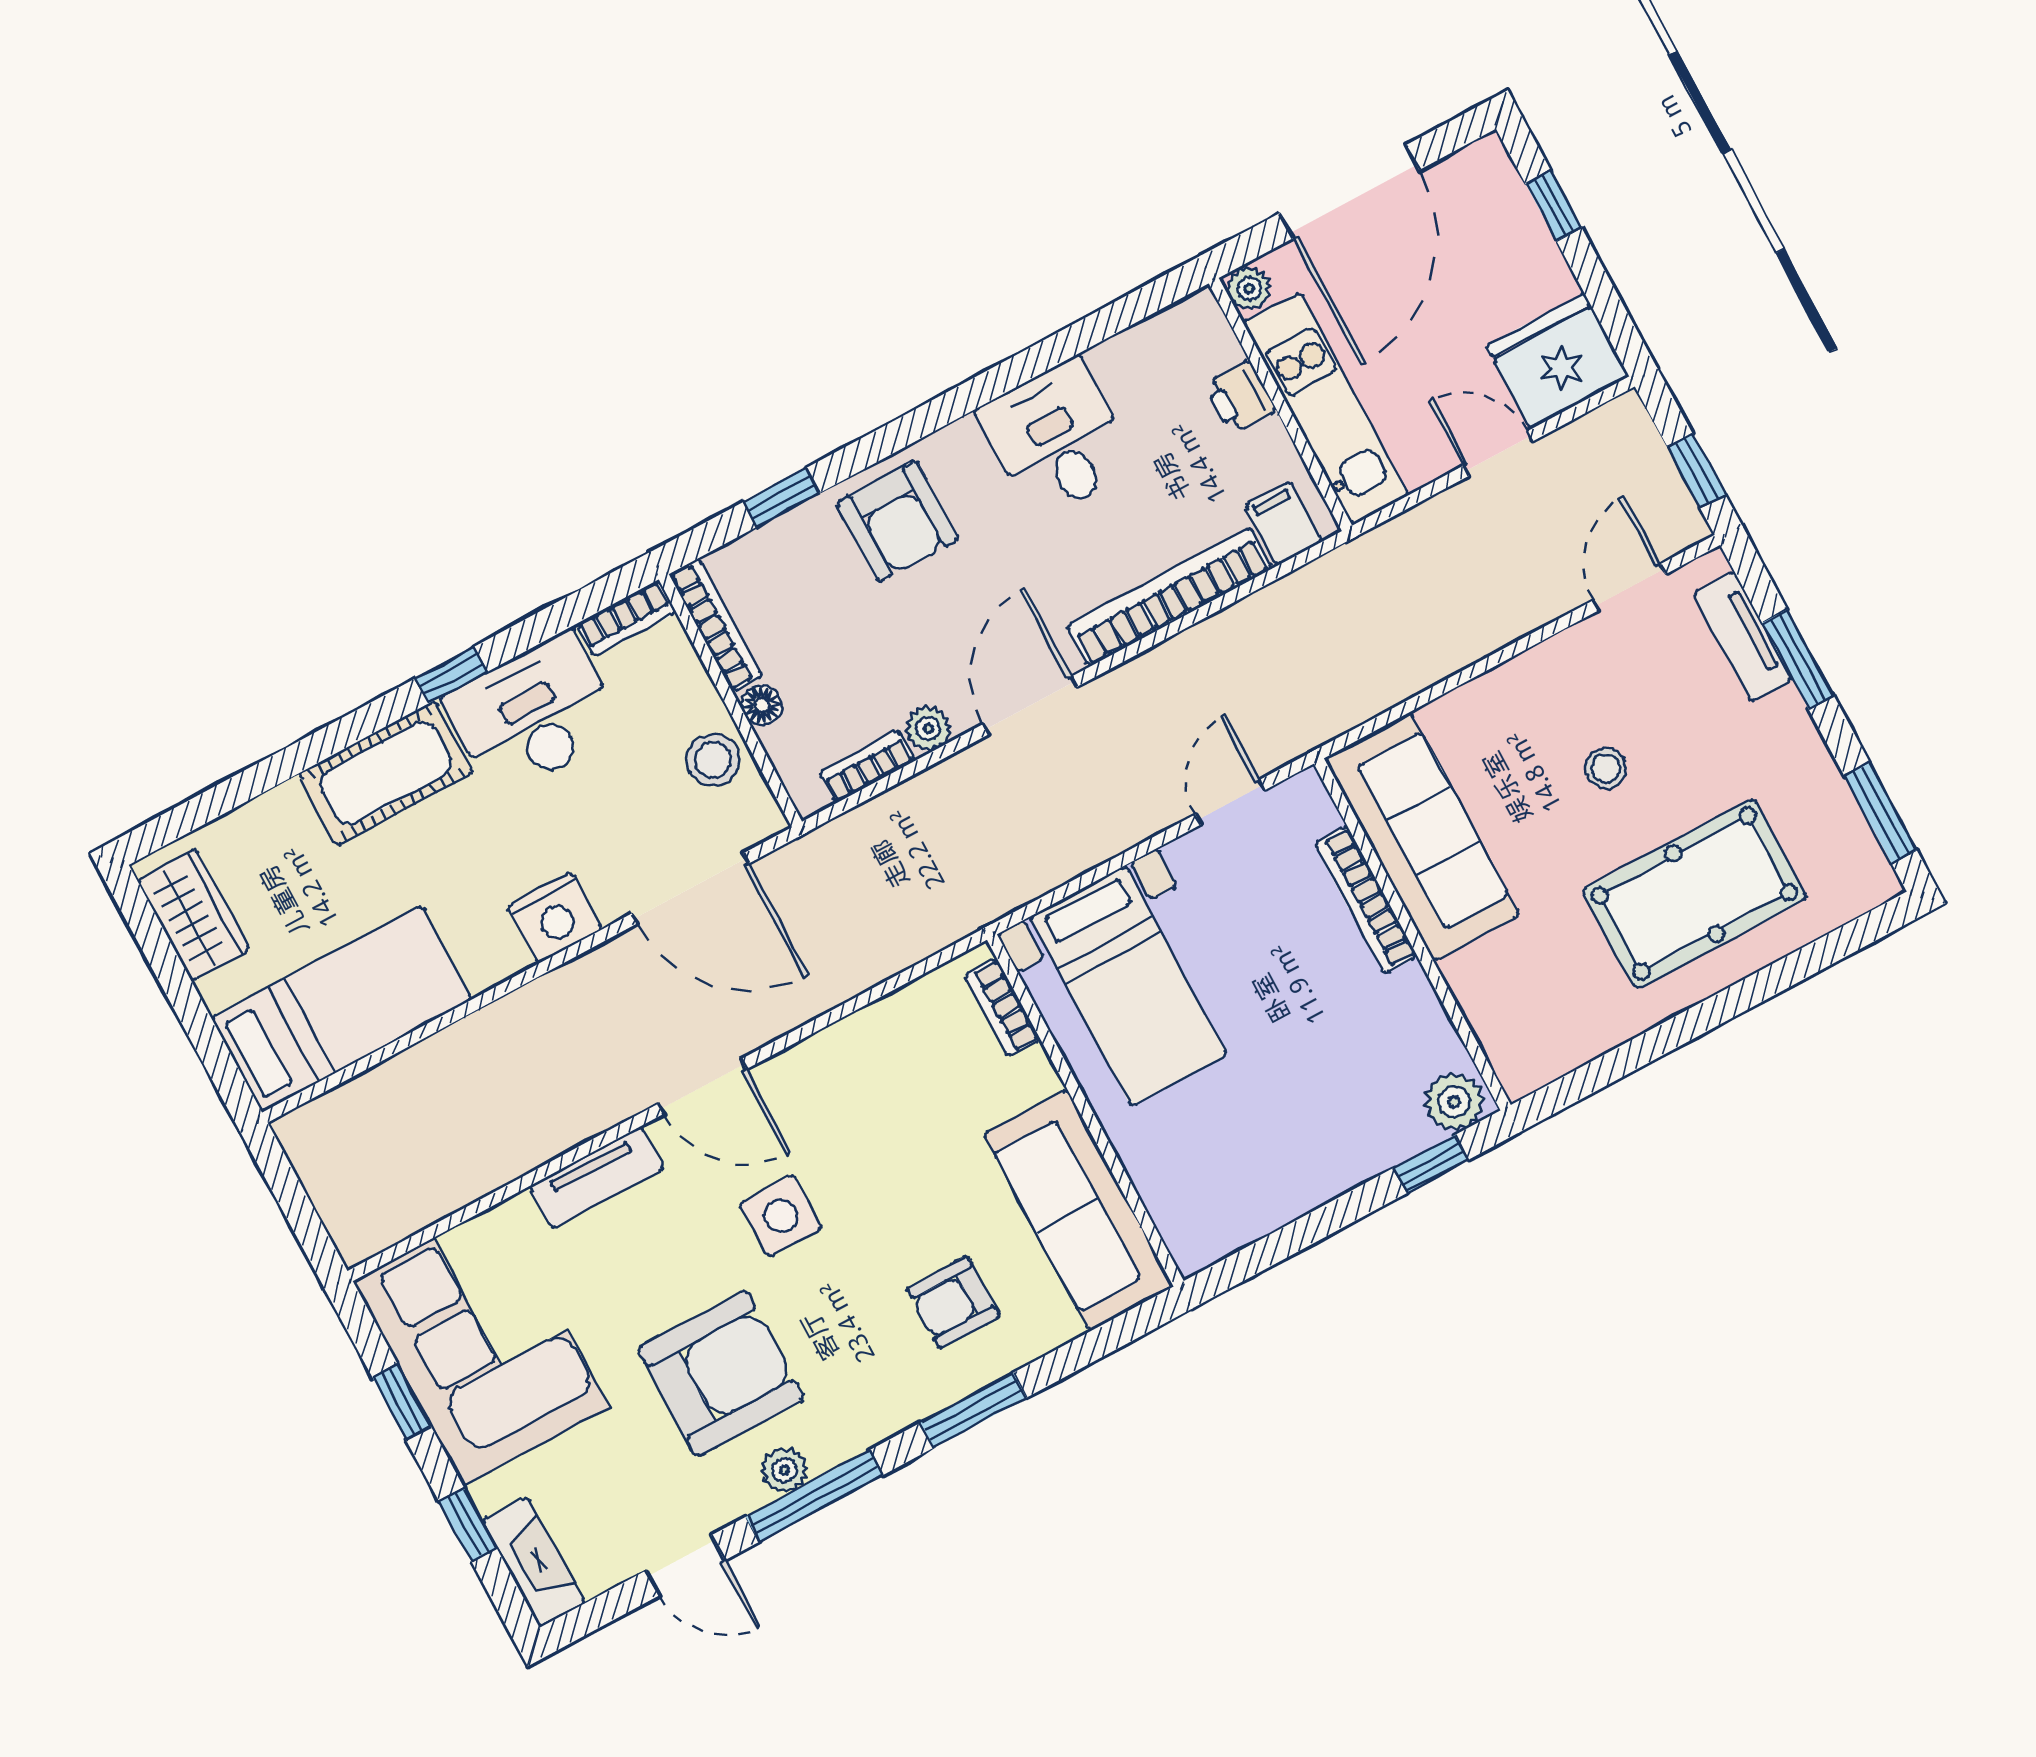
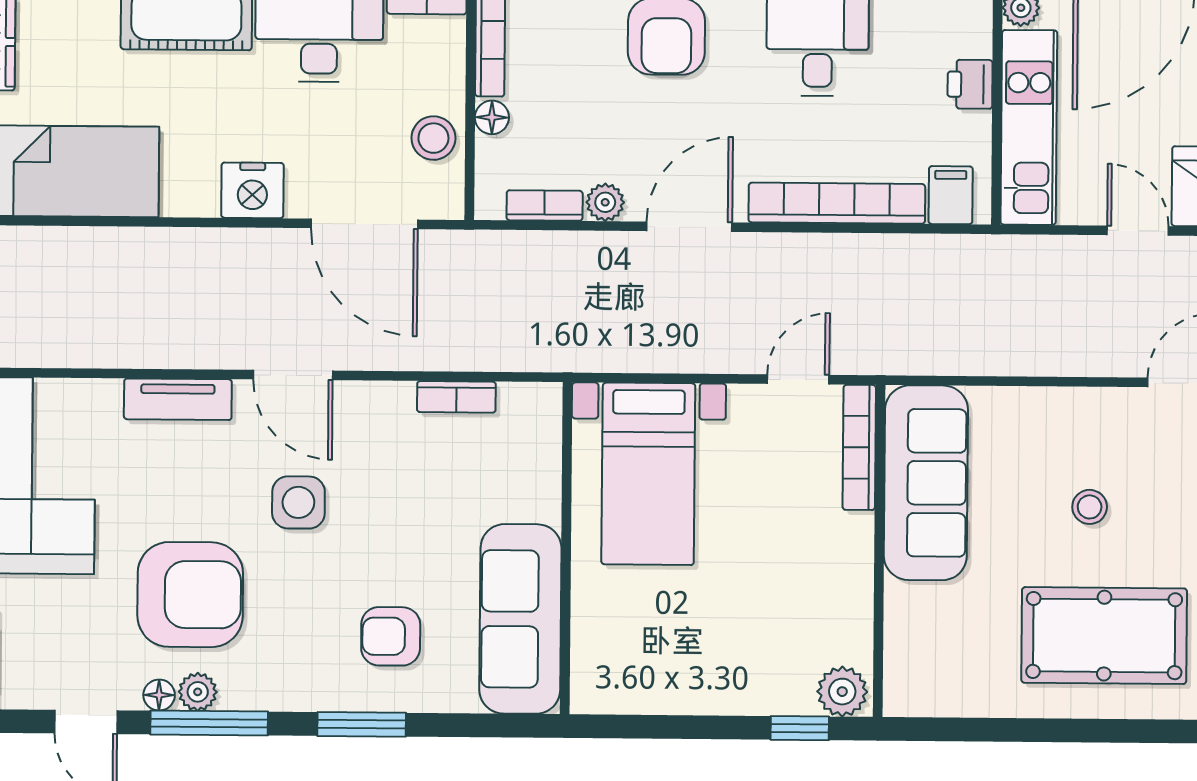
bookcase: (1366, 900) -> (859, 447), moved
bookcase: (1002, 1008) -> (456, 397), moved, turned -90
floor lamp: (746, 1496) -> (159, 695), added

